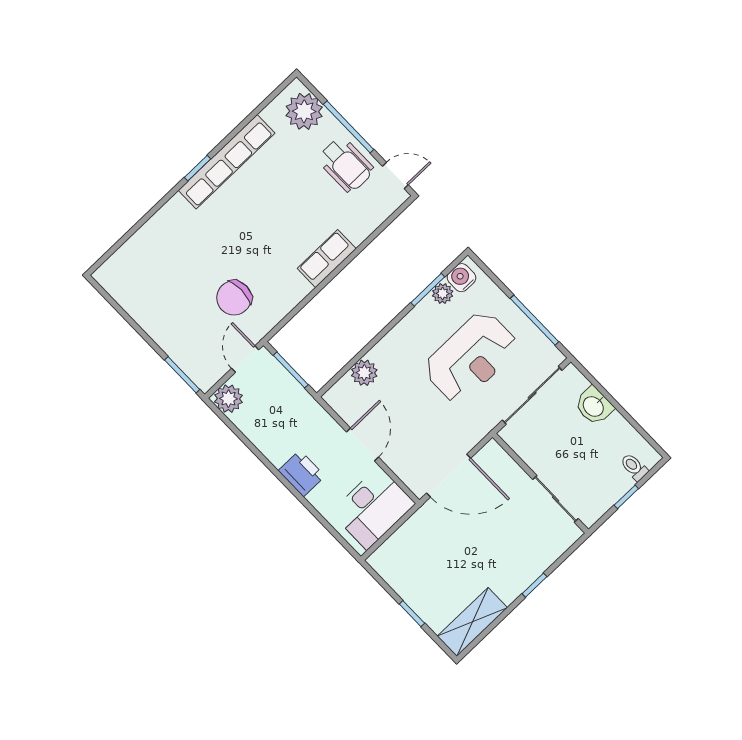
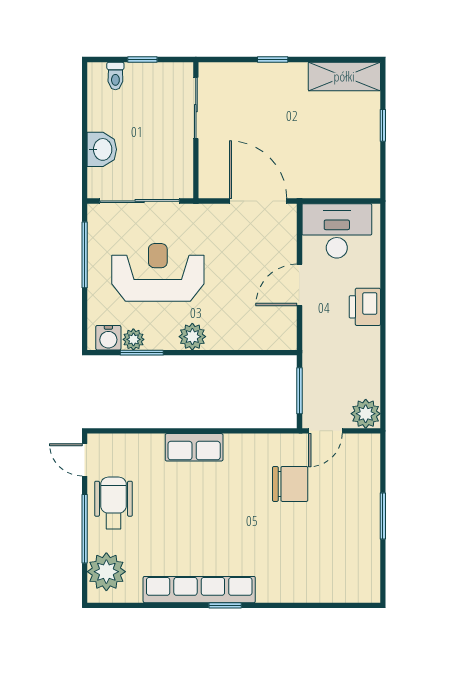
plant: (364, 373) -> (192, 337), moved
window: (182, 375) -> (383, 516), moved

